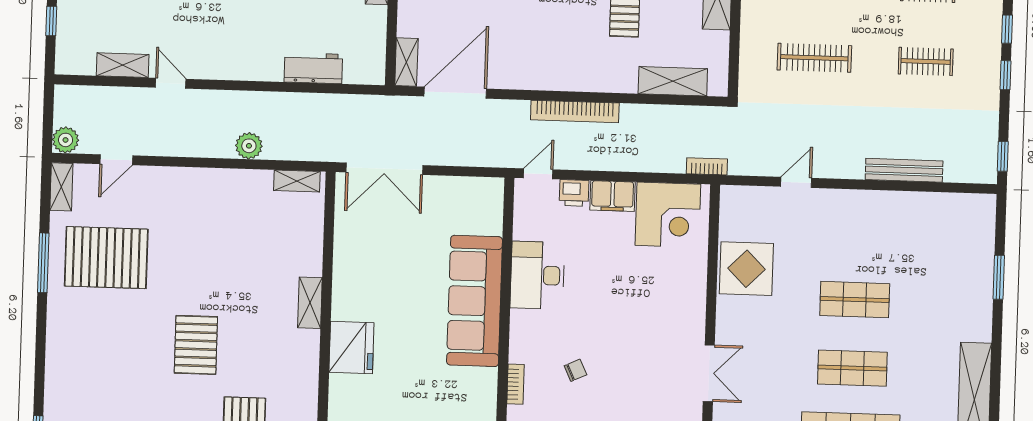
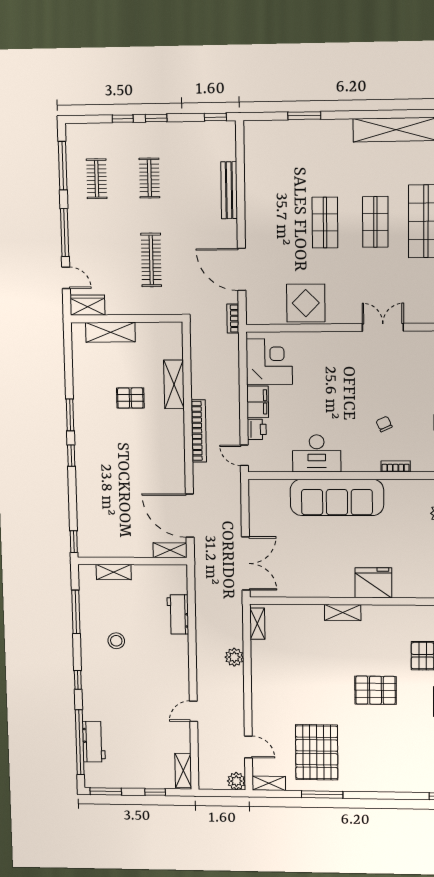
shelving: (123, 65) -> (183, 770), moved
shelving: (673, 81) -> (174, 384), moved
bookcase: (707, 166) -> (233, 319), moved
door: (796, 182) -> (242, 269), width x1.87

